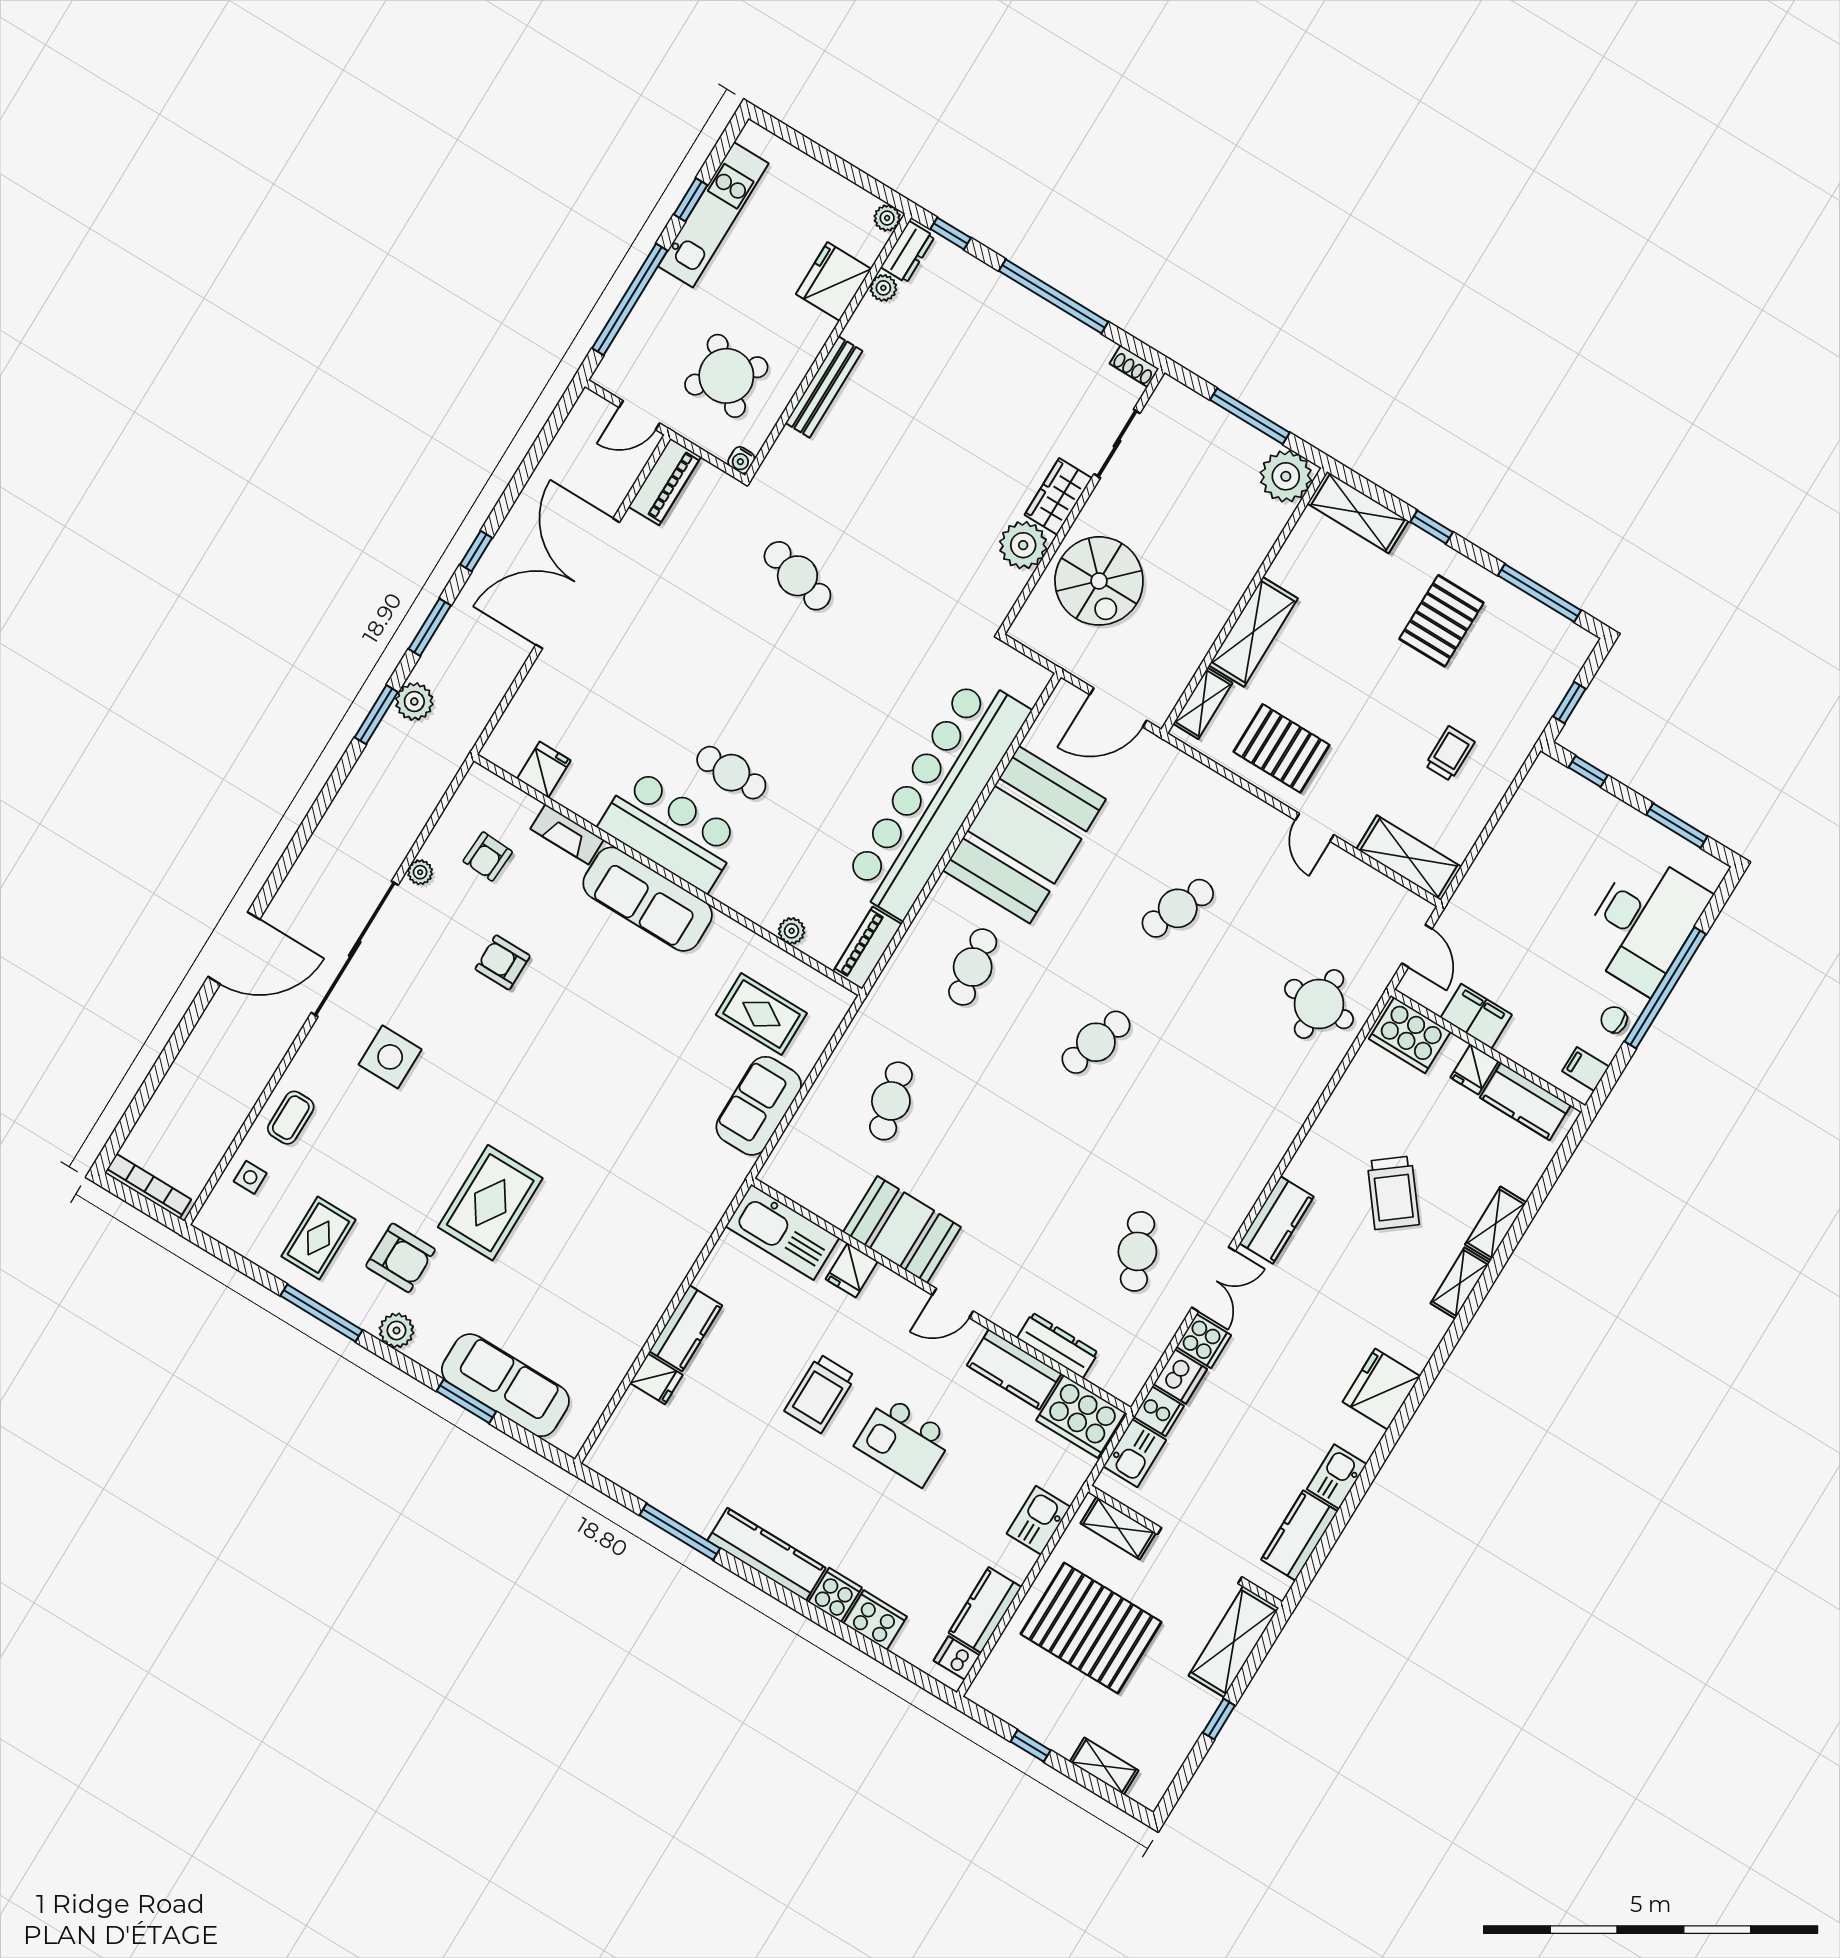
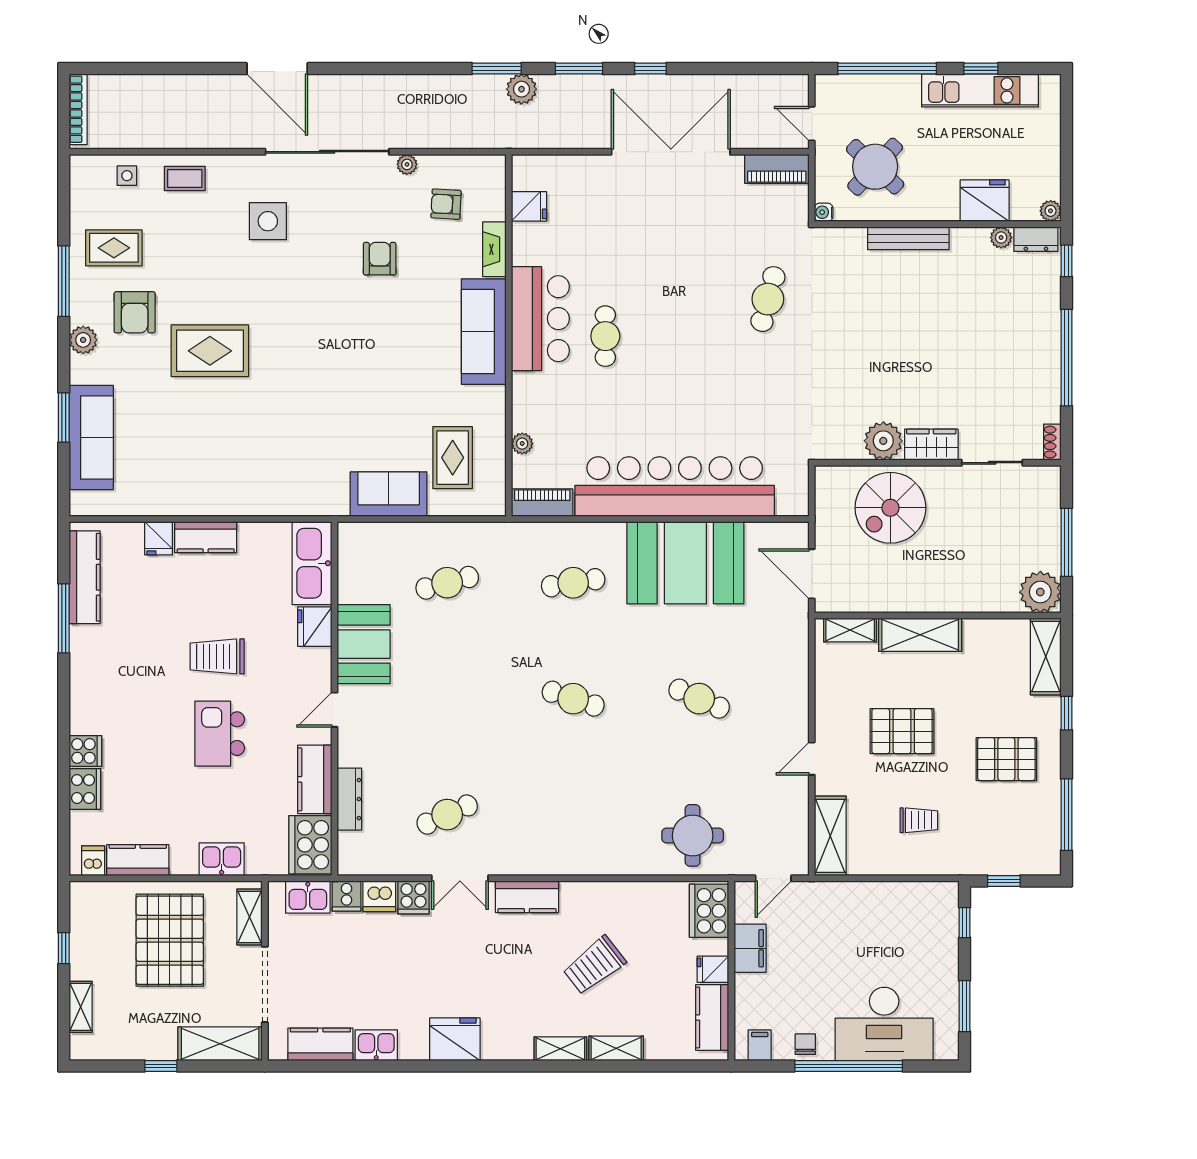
pallet: (1282, 748) -> (902, 731), moved, turned 90
fridge: (852, 1270) -> (315, 627), width x1.38
door: (953, 1303) -> (335, 710), hinge flipped
kitchen counter: (767, 1554) -> (85, 577), moved

